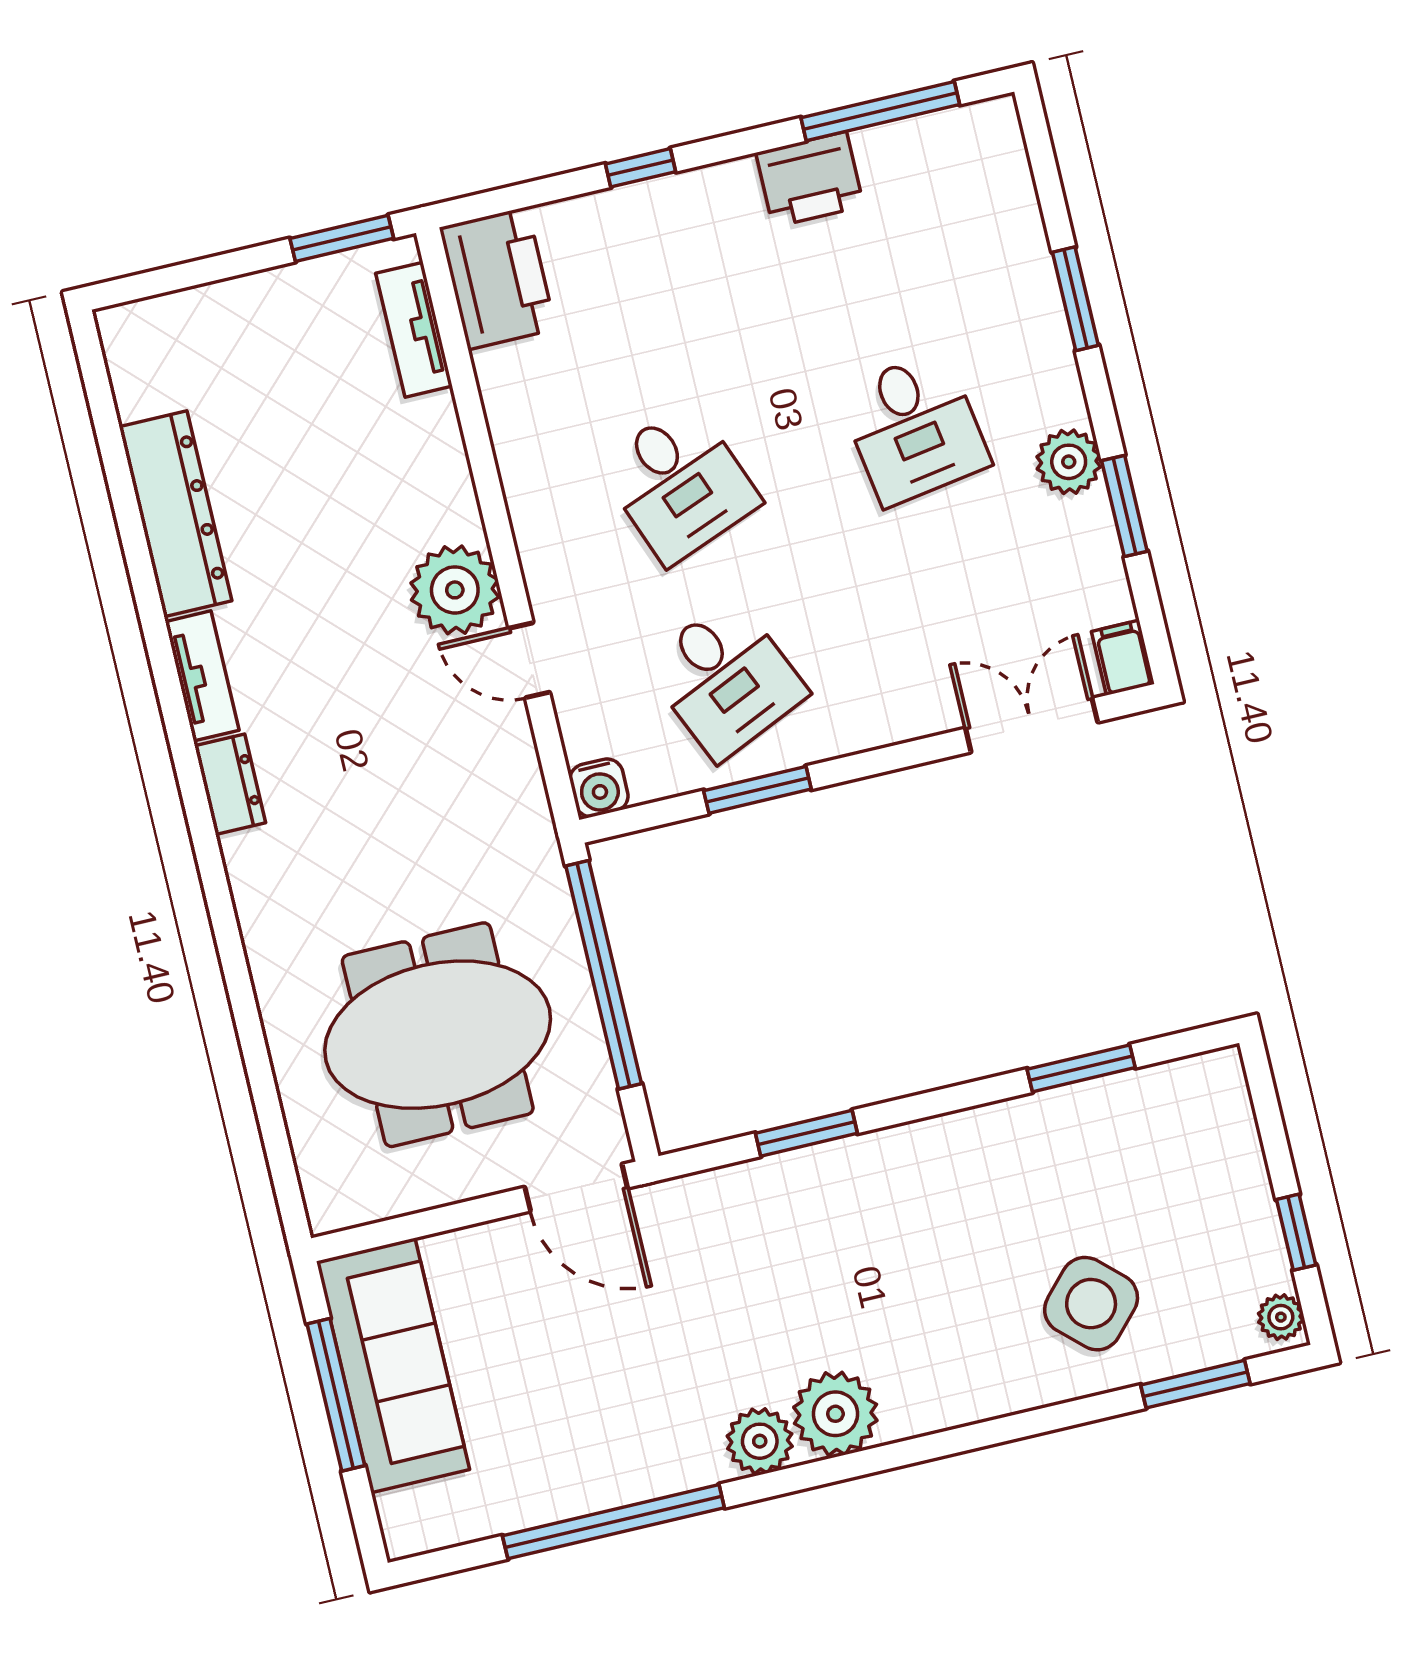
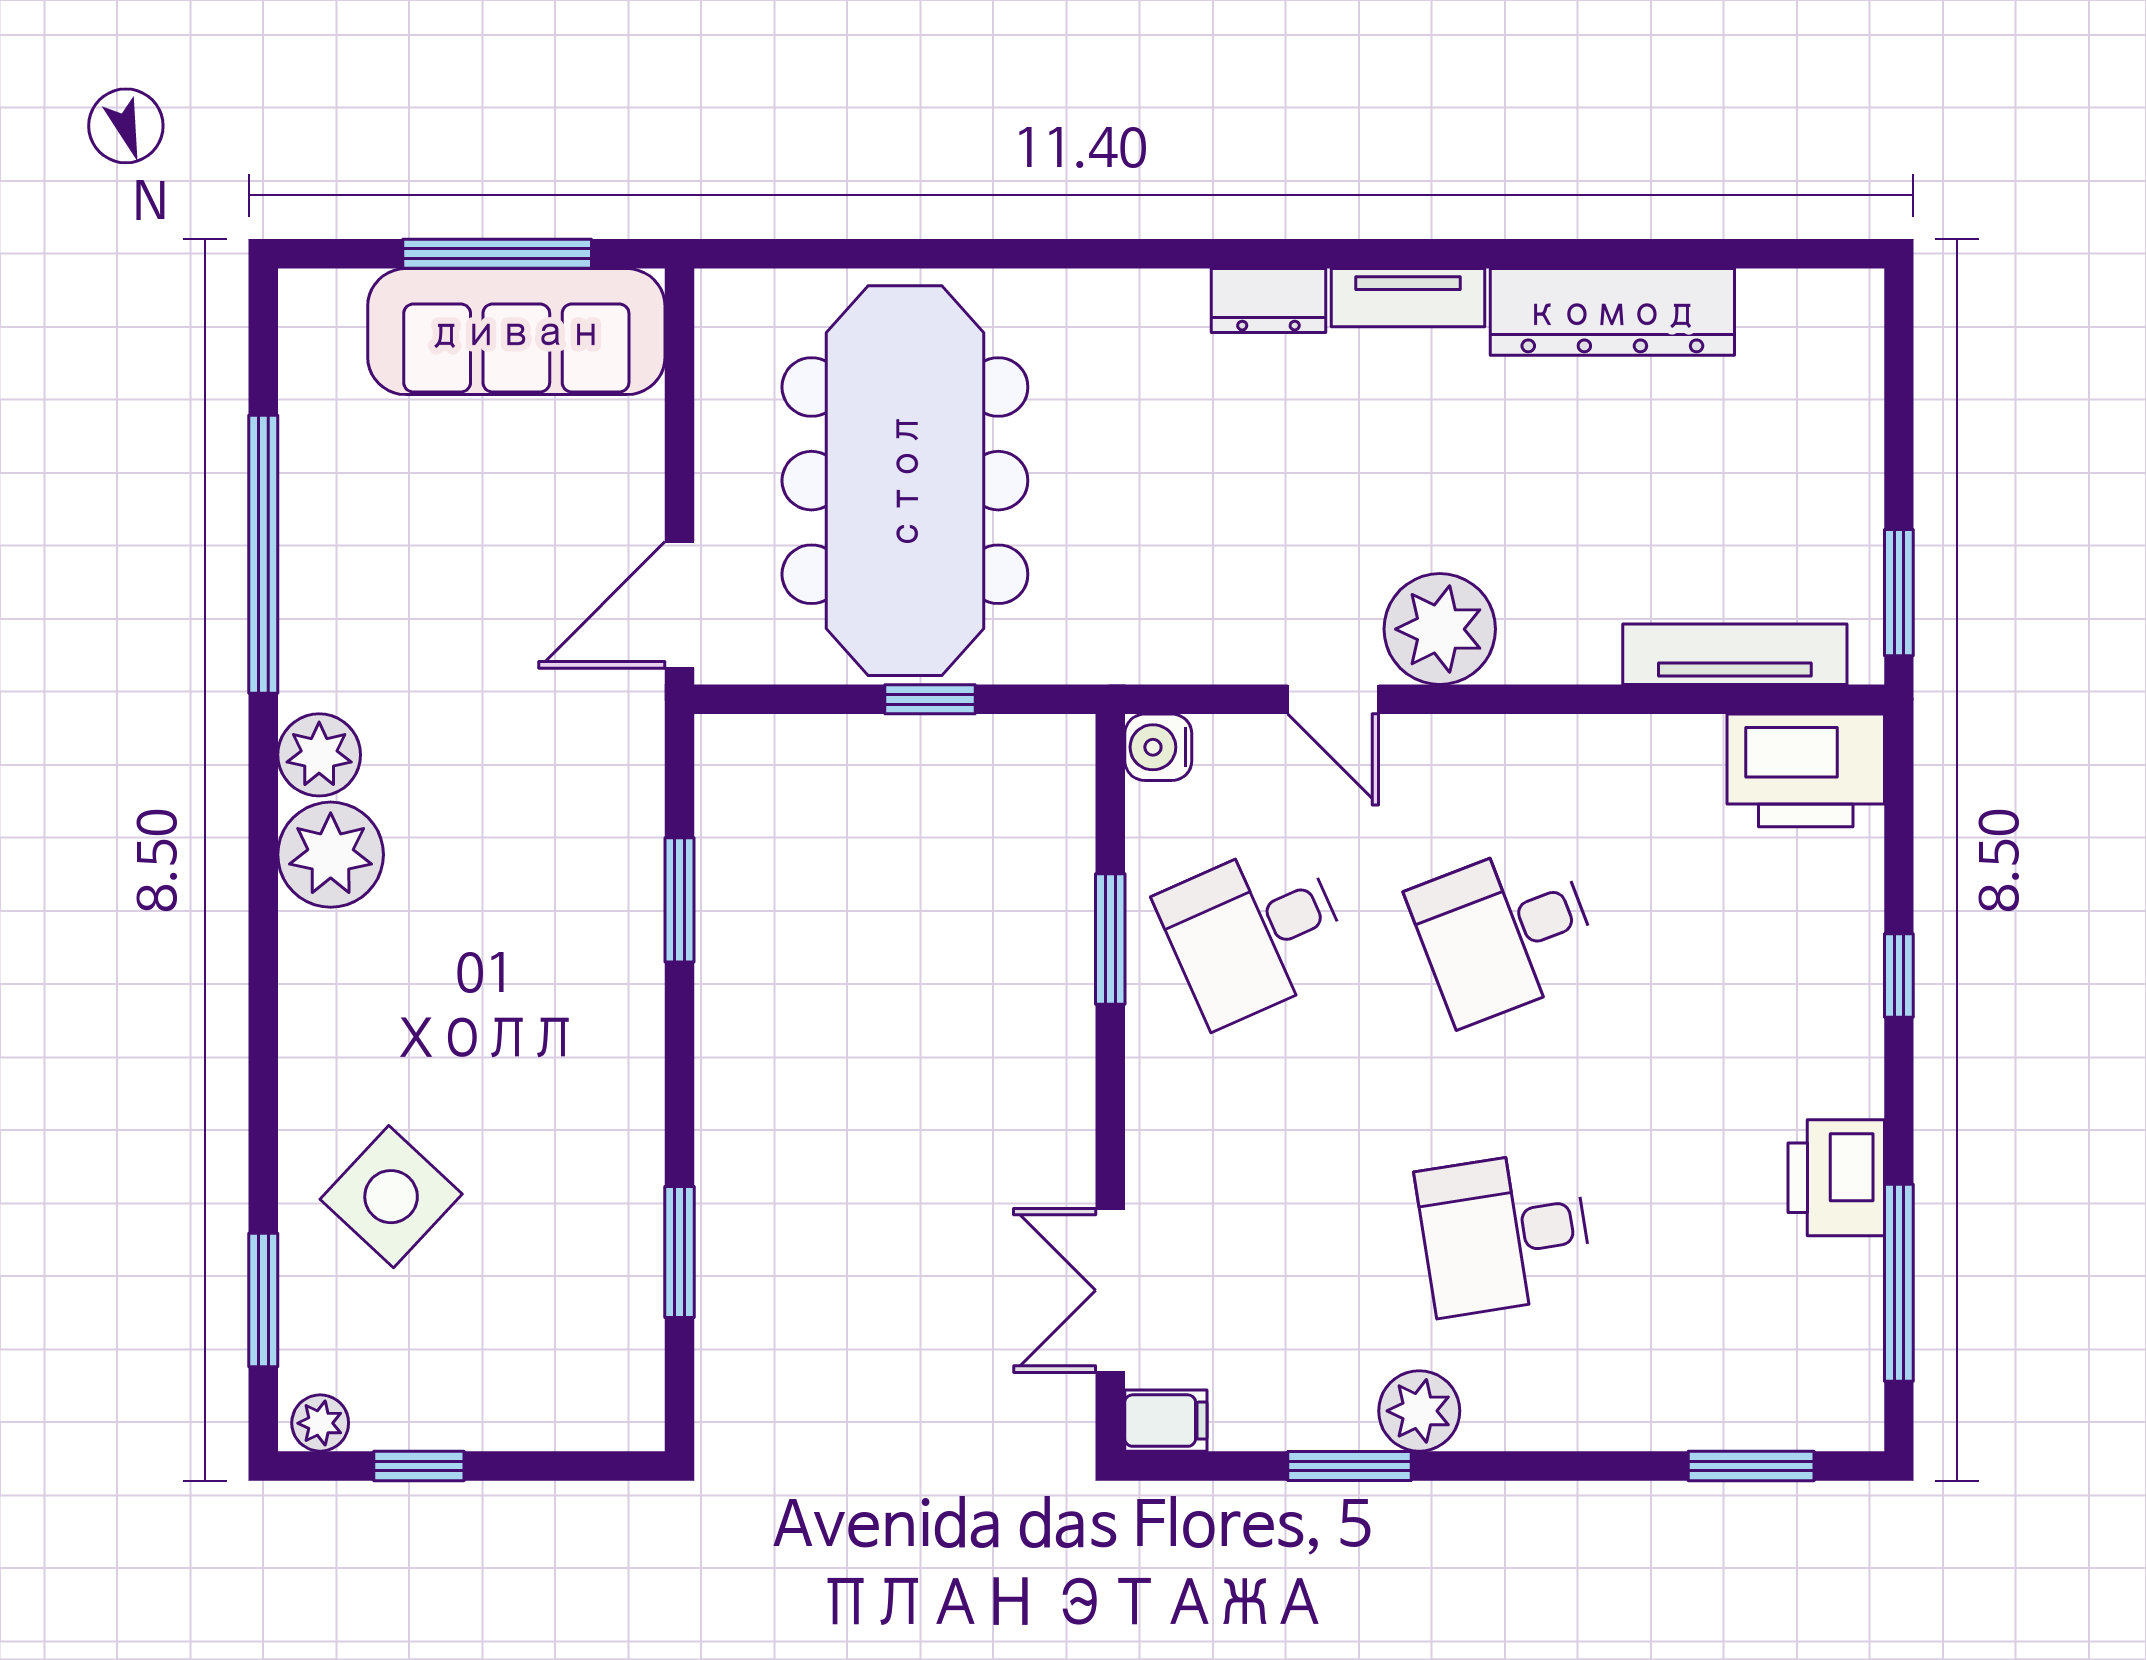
window: (1075, 299) -> (1751, 1466), moved
tv unit: (414, 330) -> (1735, 654), width x1.41
door: (529, 660) -> (1333, 699), swing flipped
double door: (1032, 725) -> (1110, 1290), swing flipped
window: (604, 975) -> (930, 699), width x0.32
meeting table: (438, 1035) -> (905, 481), width x1.36

